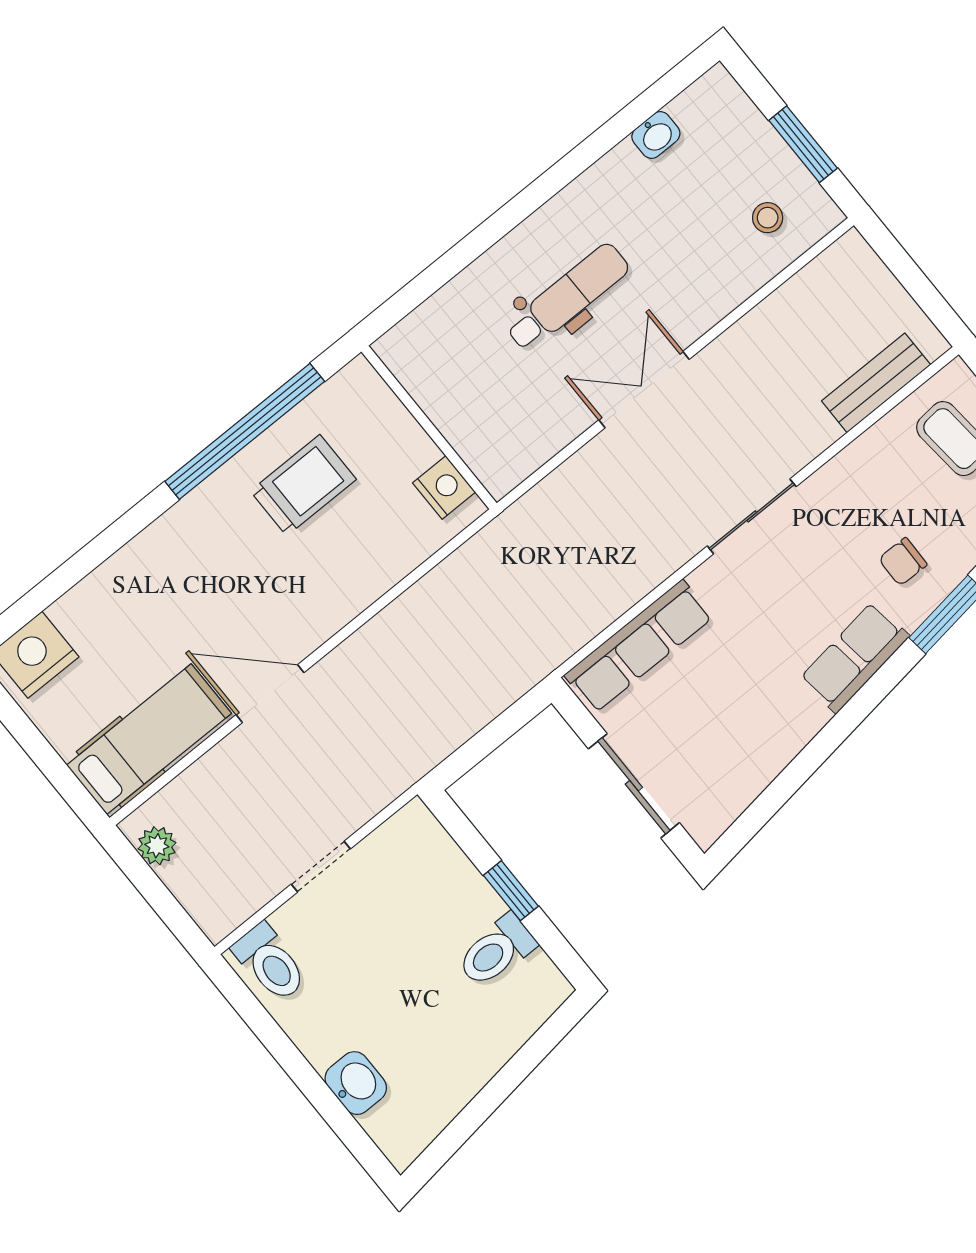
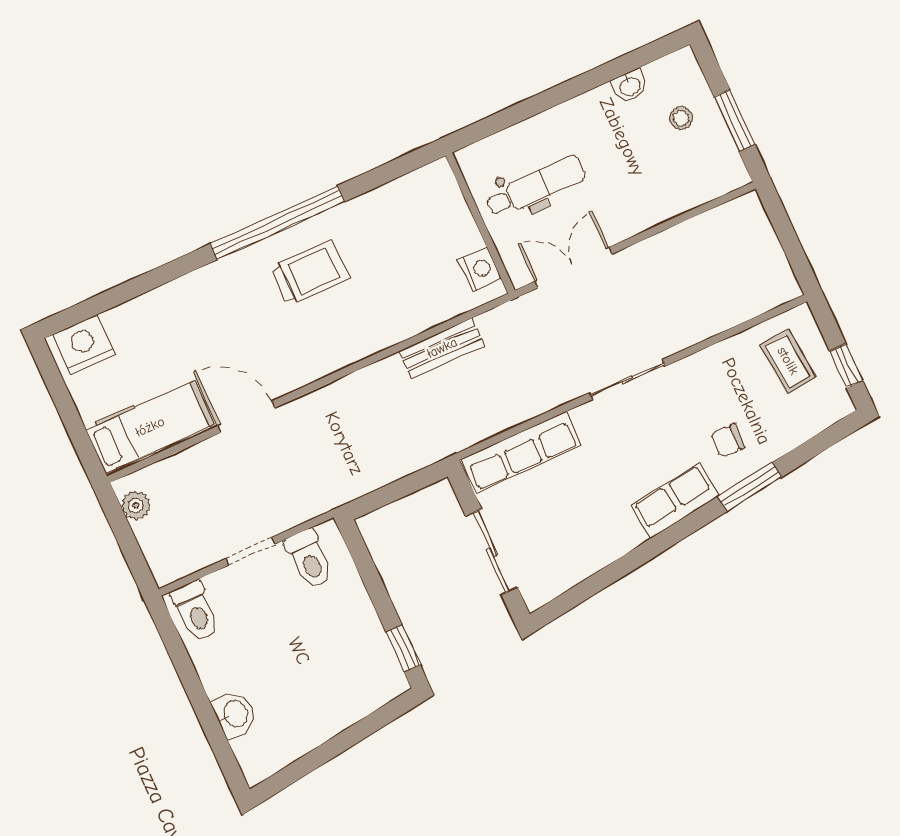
stool: (768, 218) -> (681, 118), moved
bench: (876, 383) -> (442, 348), moved
wall: (429, 427) -> (480, 223), moved
nightstand: (444, 488) -> (480, 269), moved
window: (511, 891) -> (403, 648), moved
toilet: (496, 951) -> (309, 559), moved, turned -90

